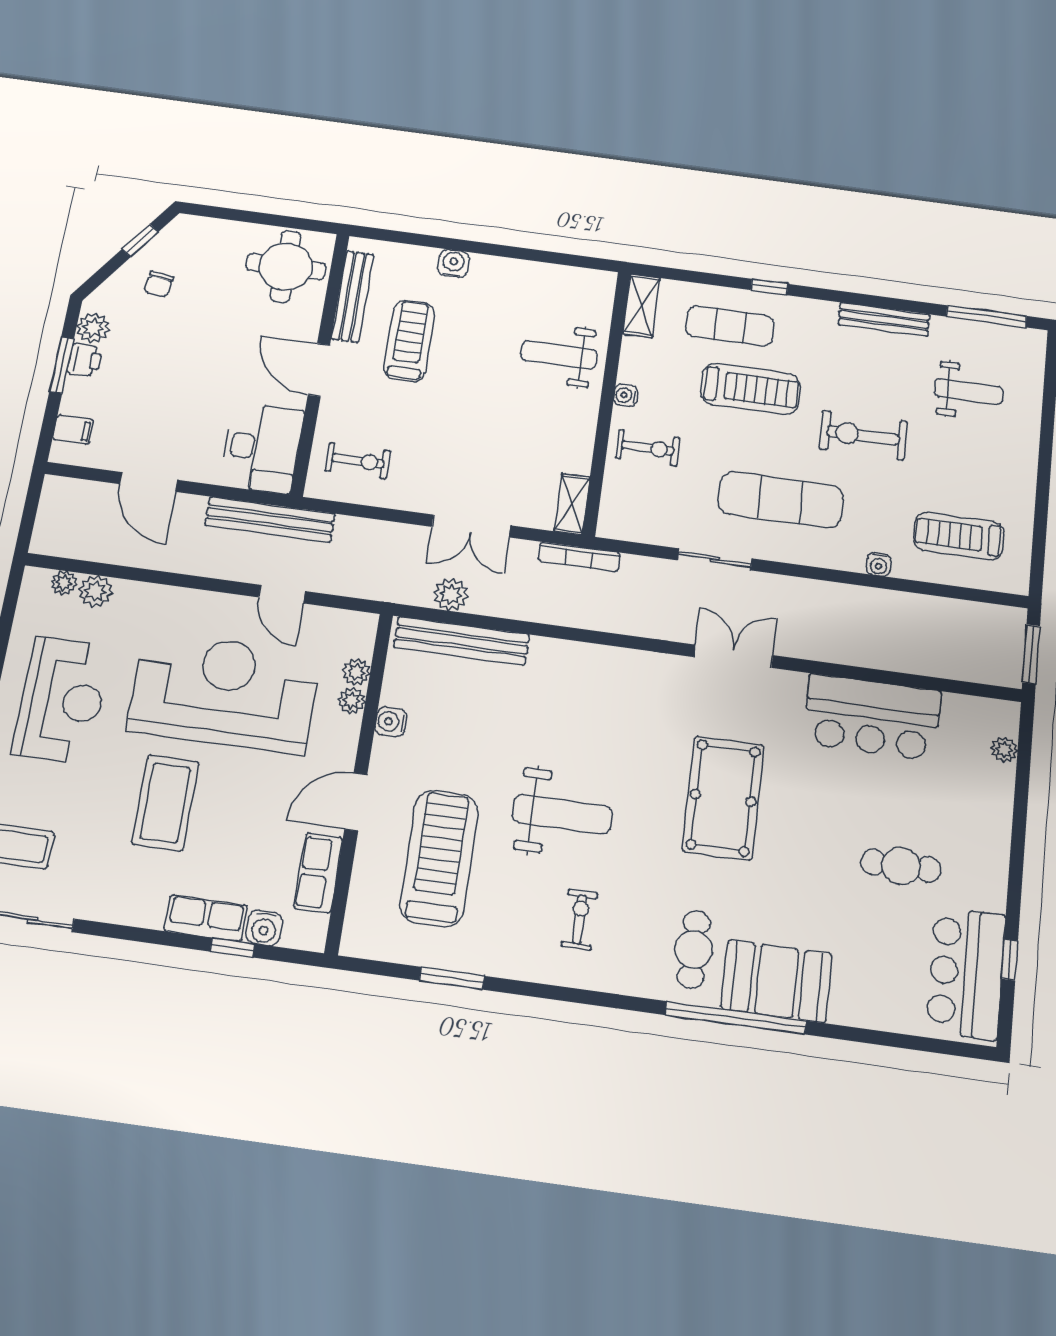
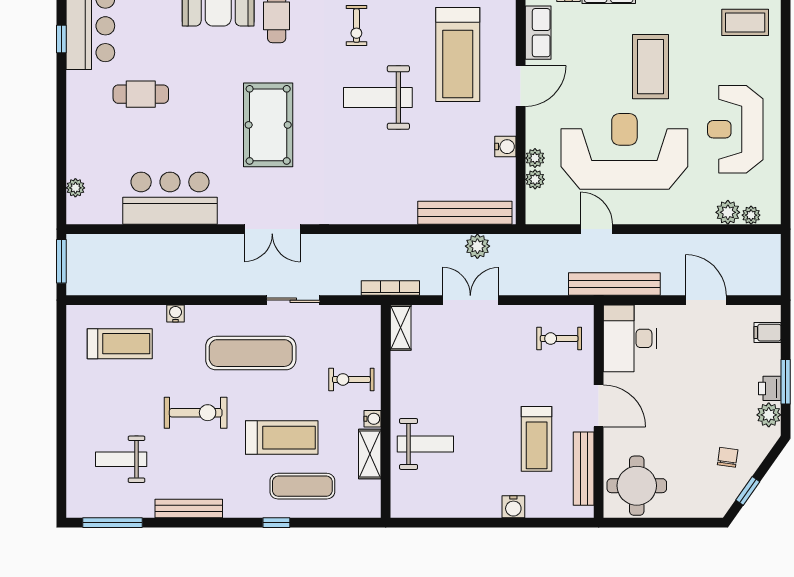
shelving: (641, 306) -> (370, 454), moved
treadmill: (750, 389) -> (282, 438), turned 180
reception desk: (224, 692) -> (624, 151), turned 180

